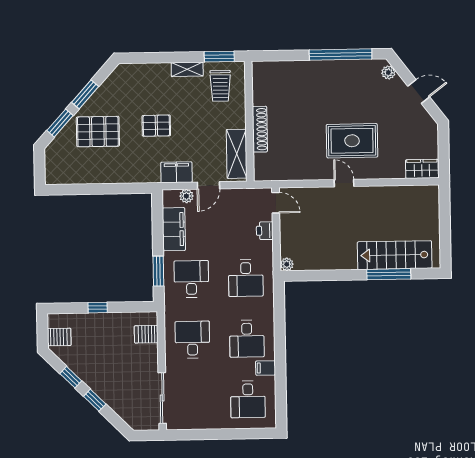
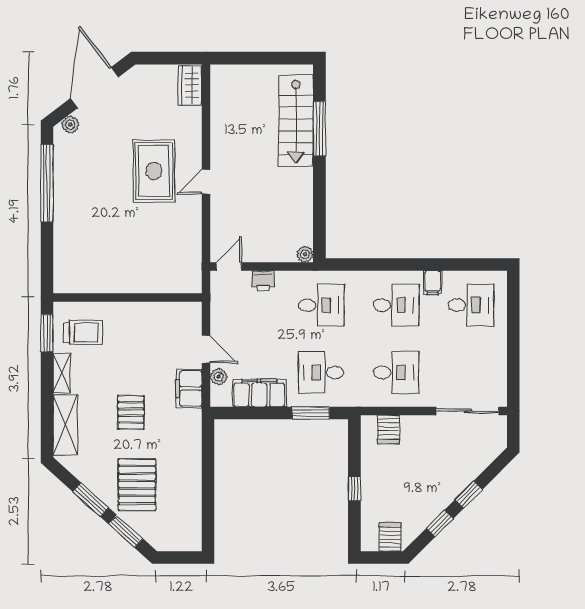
door: (419, 91) -> (94, 88), width x1.87
shoe rack: (260, 129) -> (138, 285), removed
shelving: (237, 154) -> (65, 425), moved, turned 90
desk: (192, 340) -> (396, 372), turned 180

